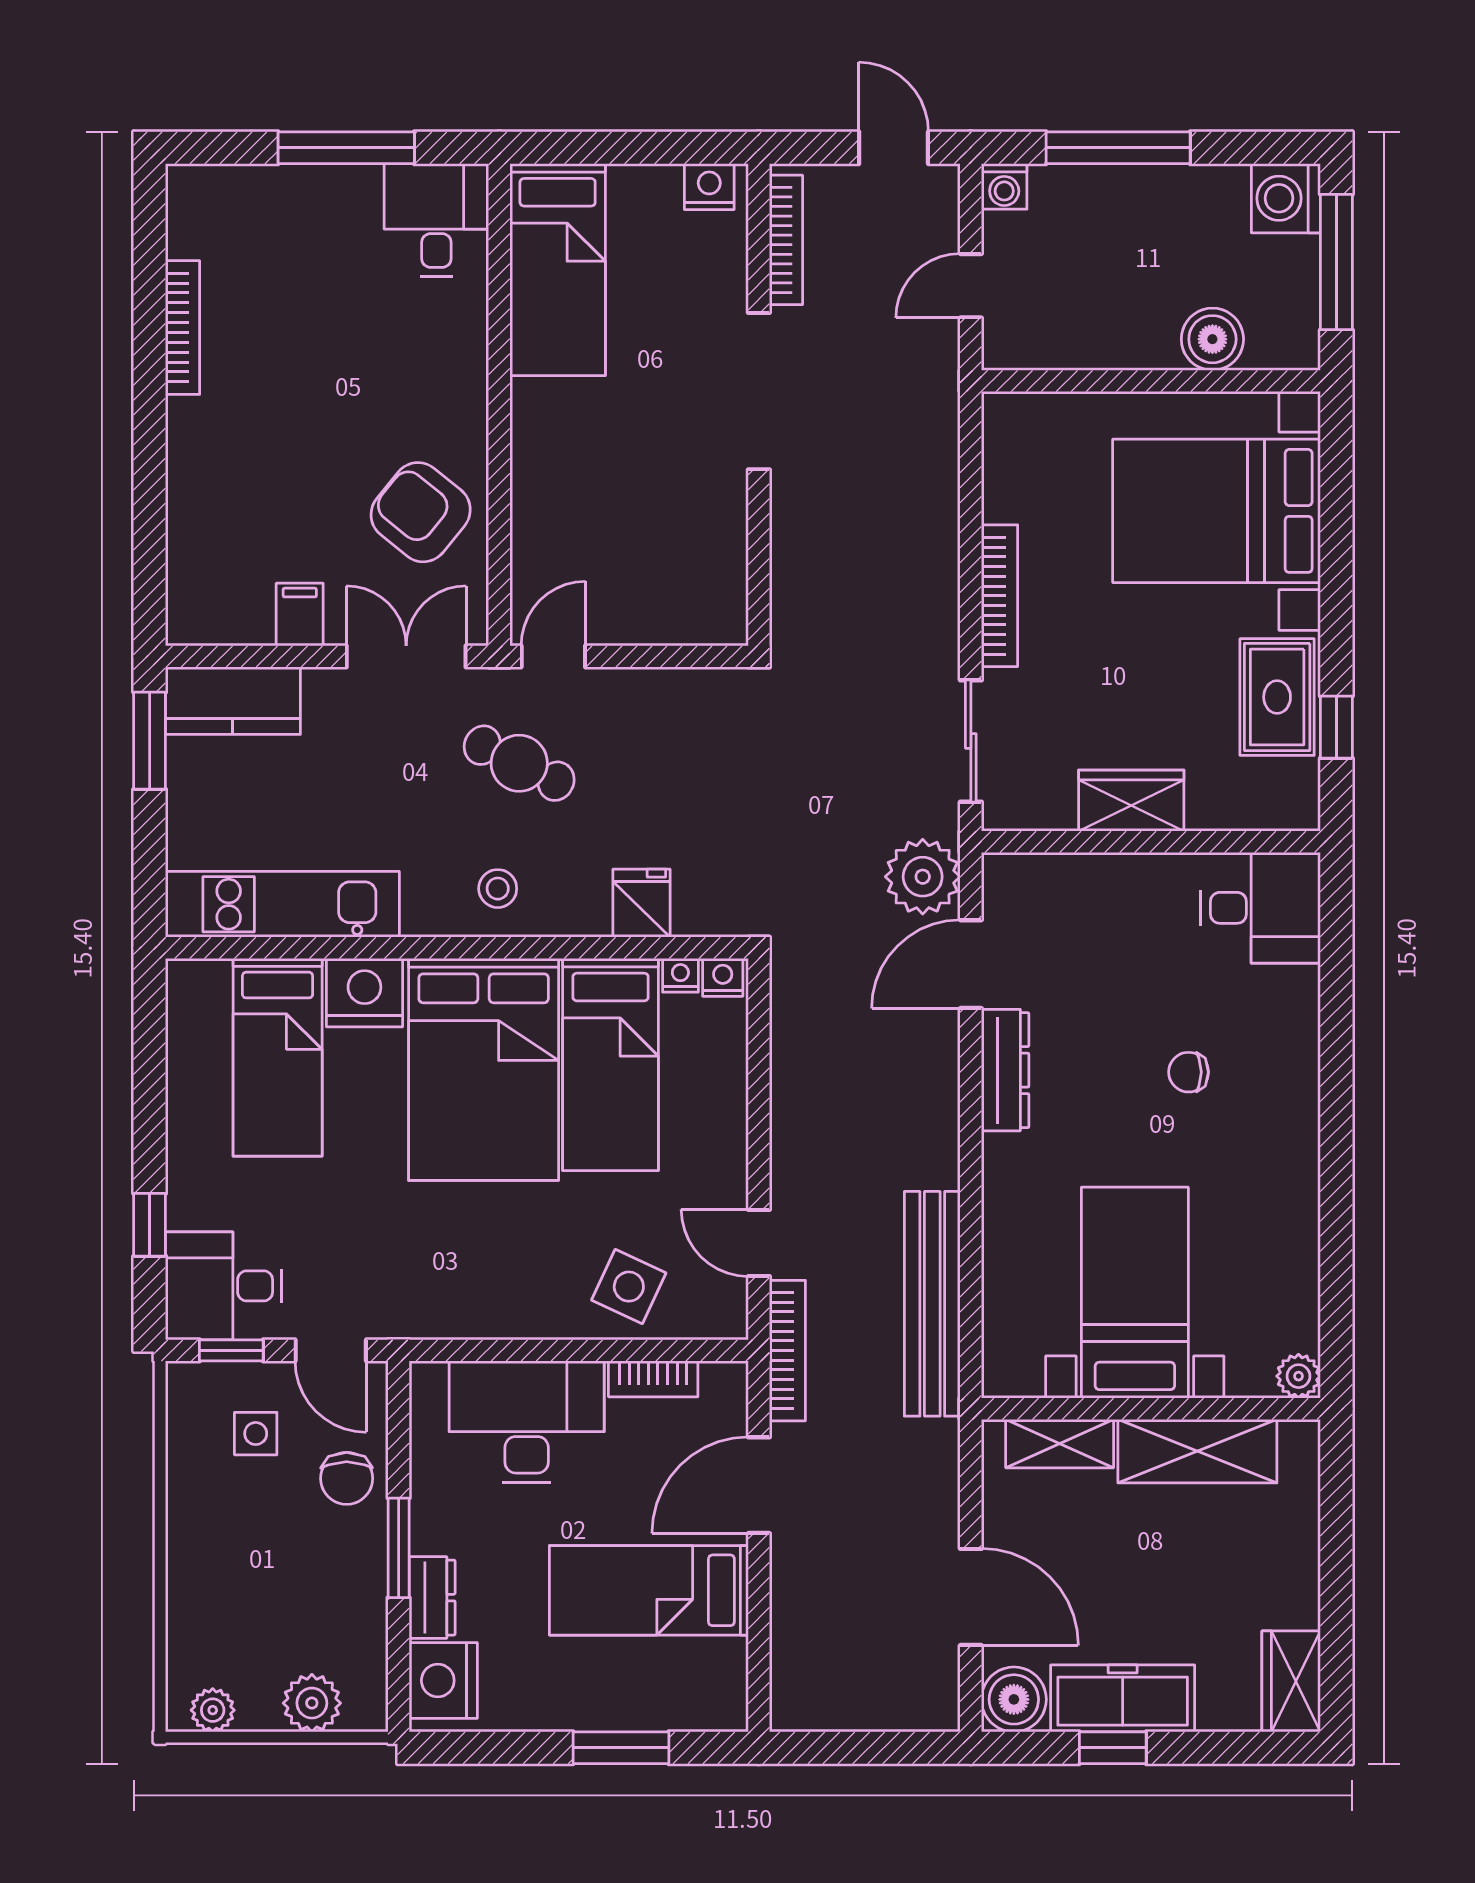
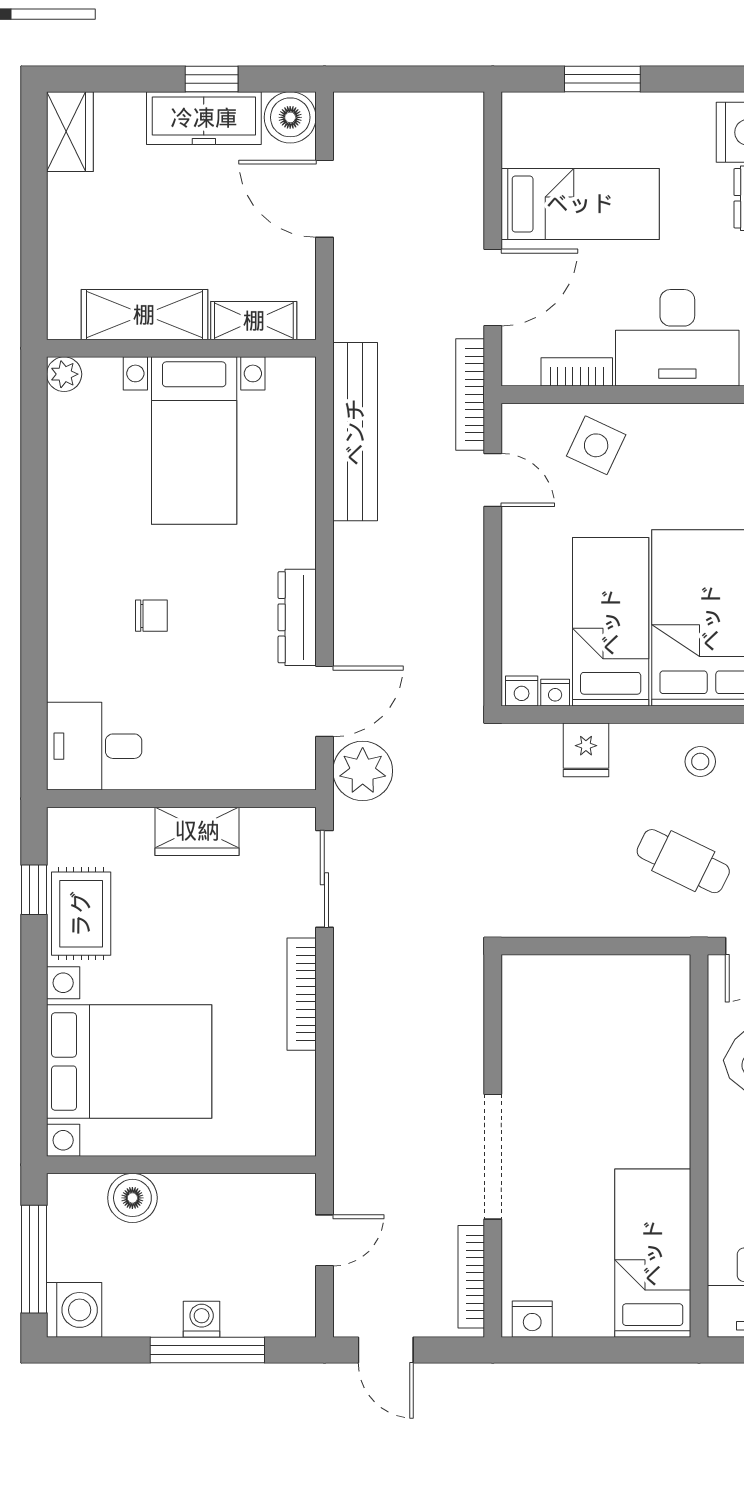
washing machine: (1004, 186) -> (202, 1319), moved
door: (553, 656) -> (656, 946), removed

